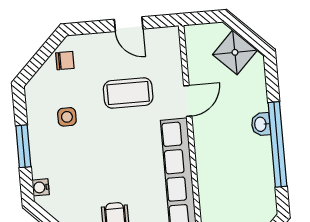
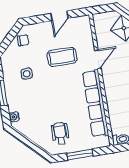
door: (129, 24) -> (59, 16), hinge flipped

